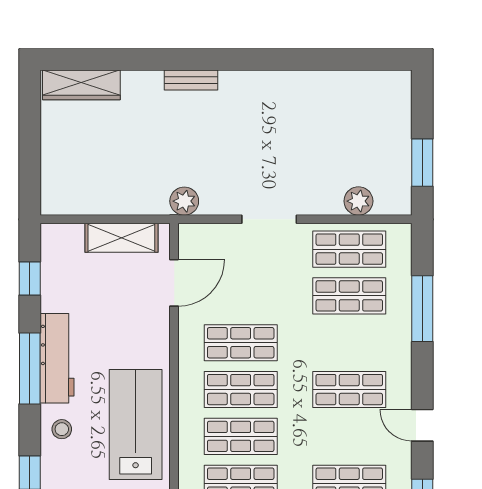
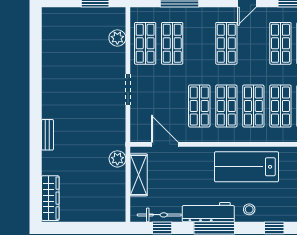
plant: (184, 201) -> (117, 159), moved
bicycle: (52, 274) -> (159, 215), added

